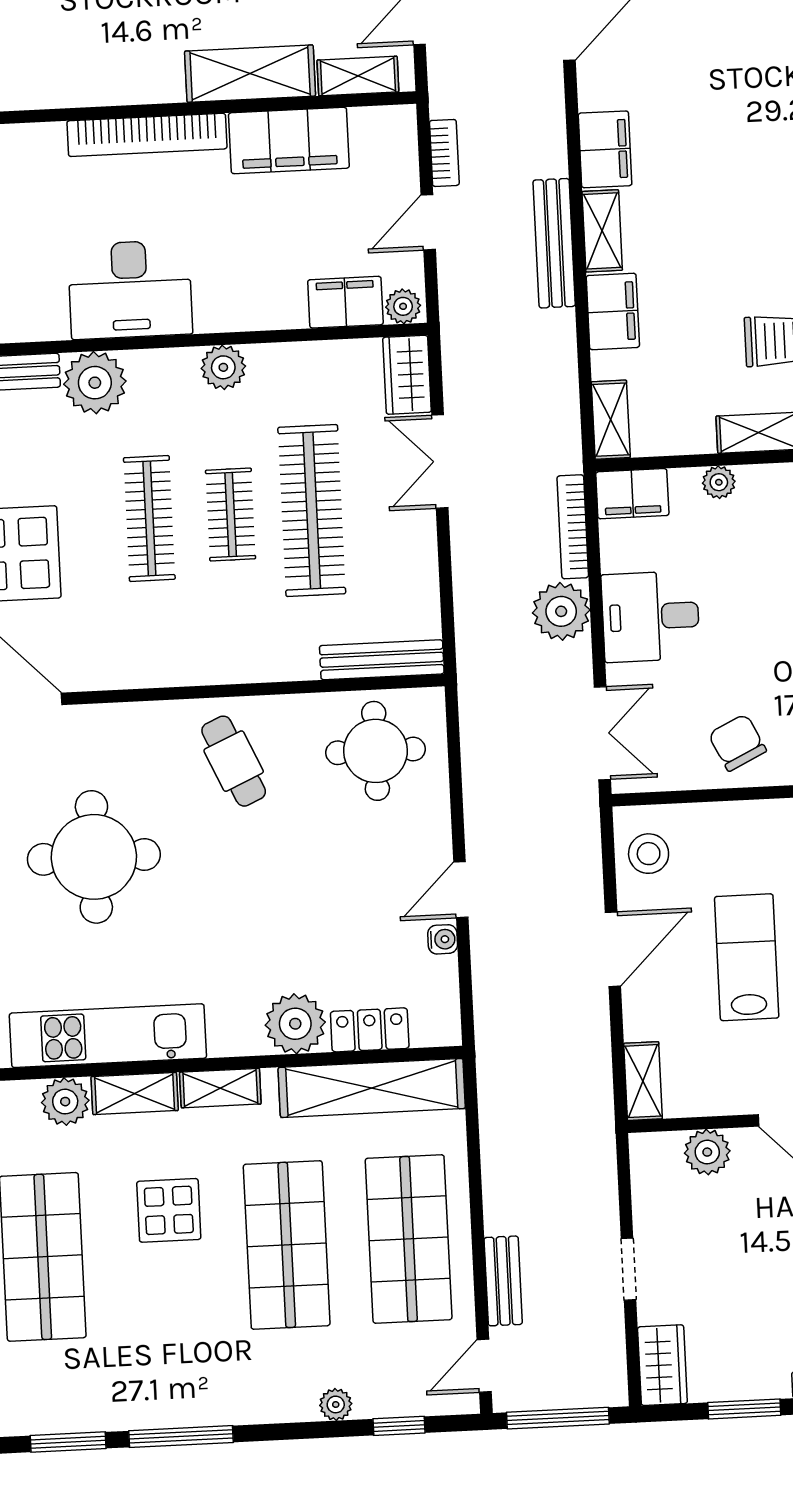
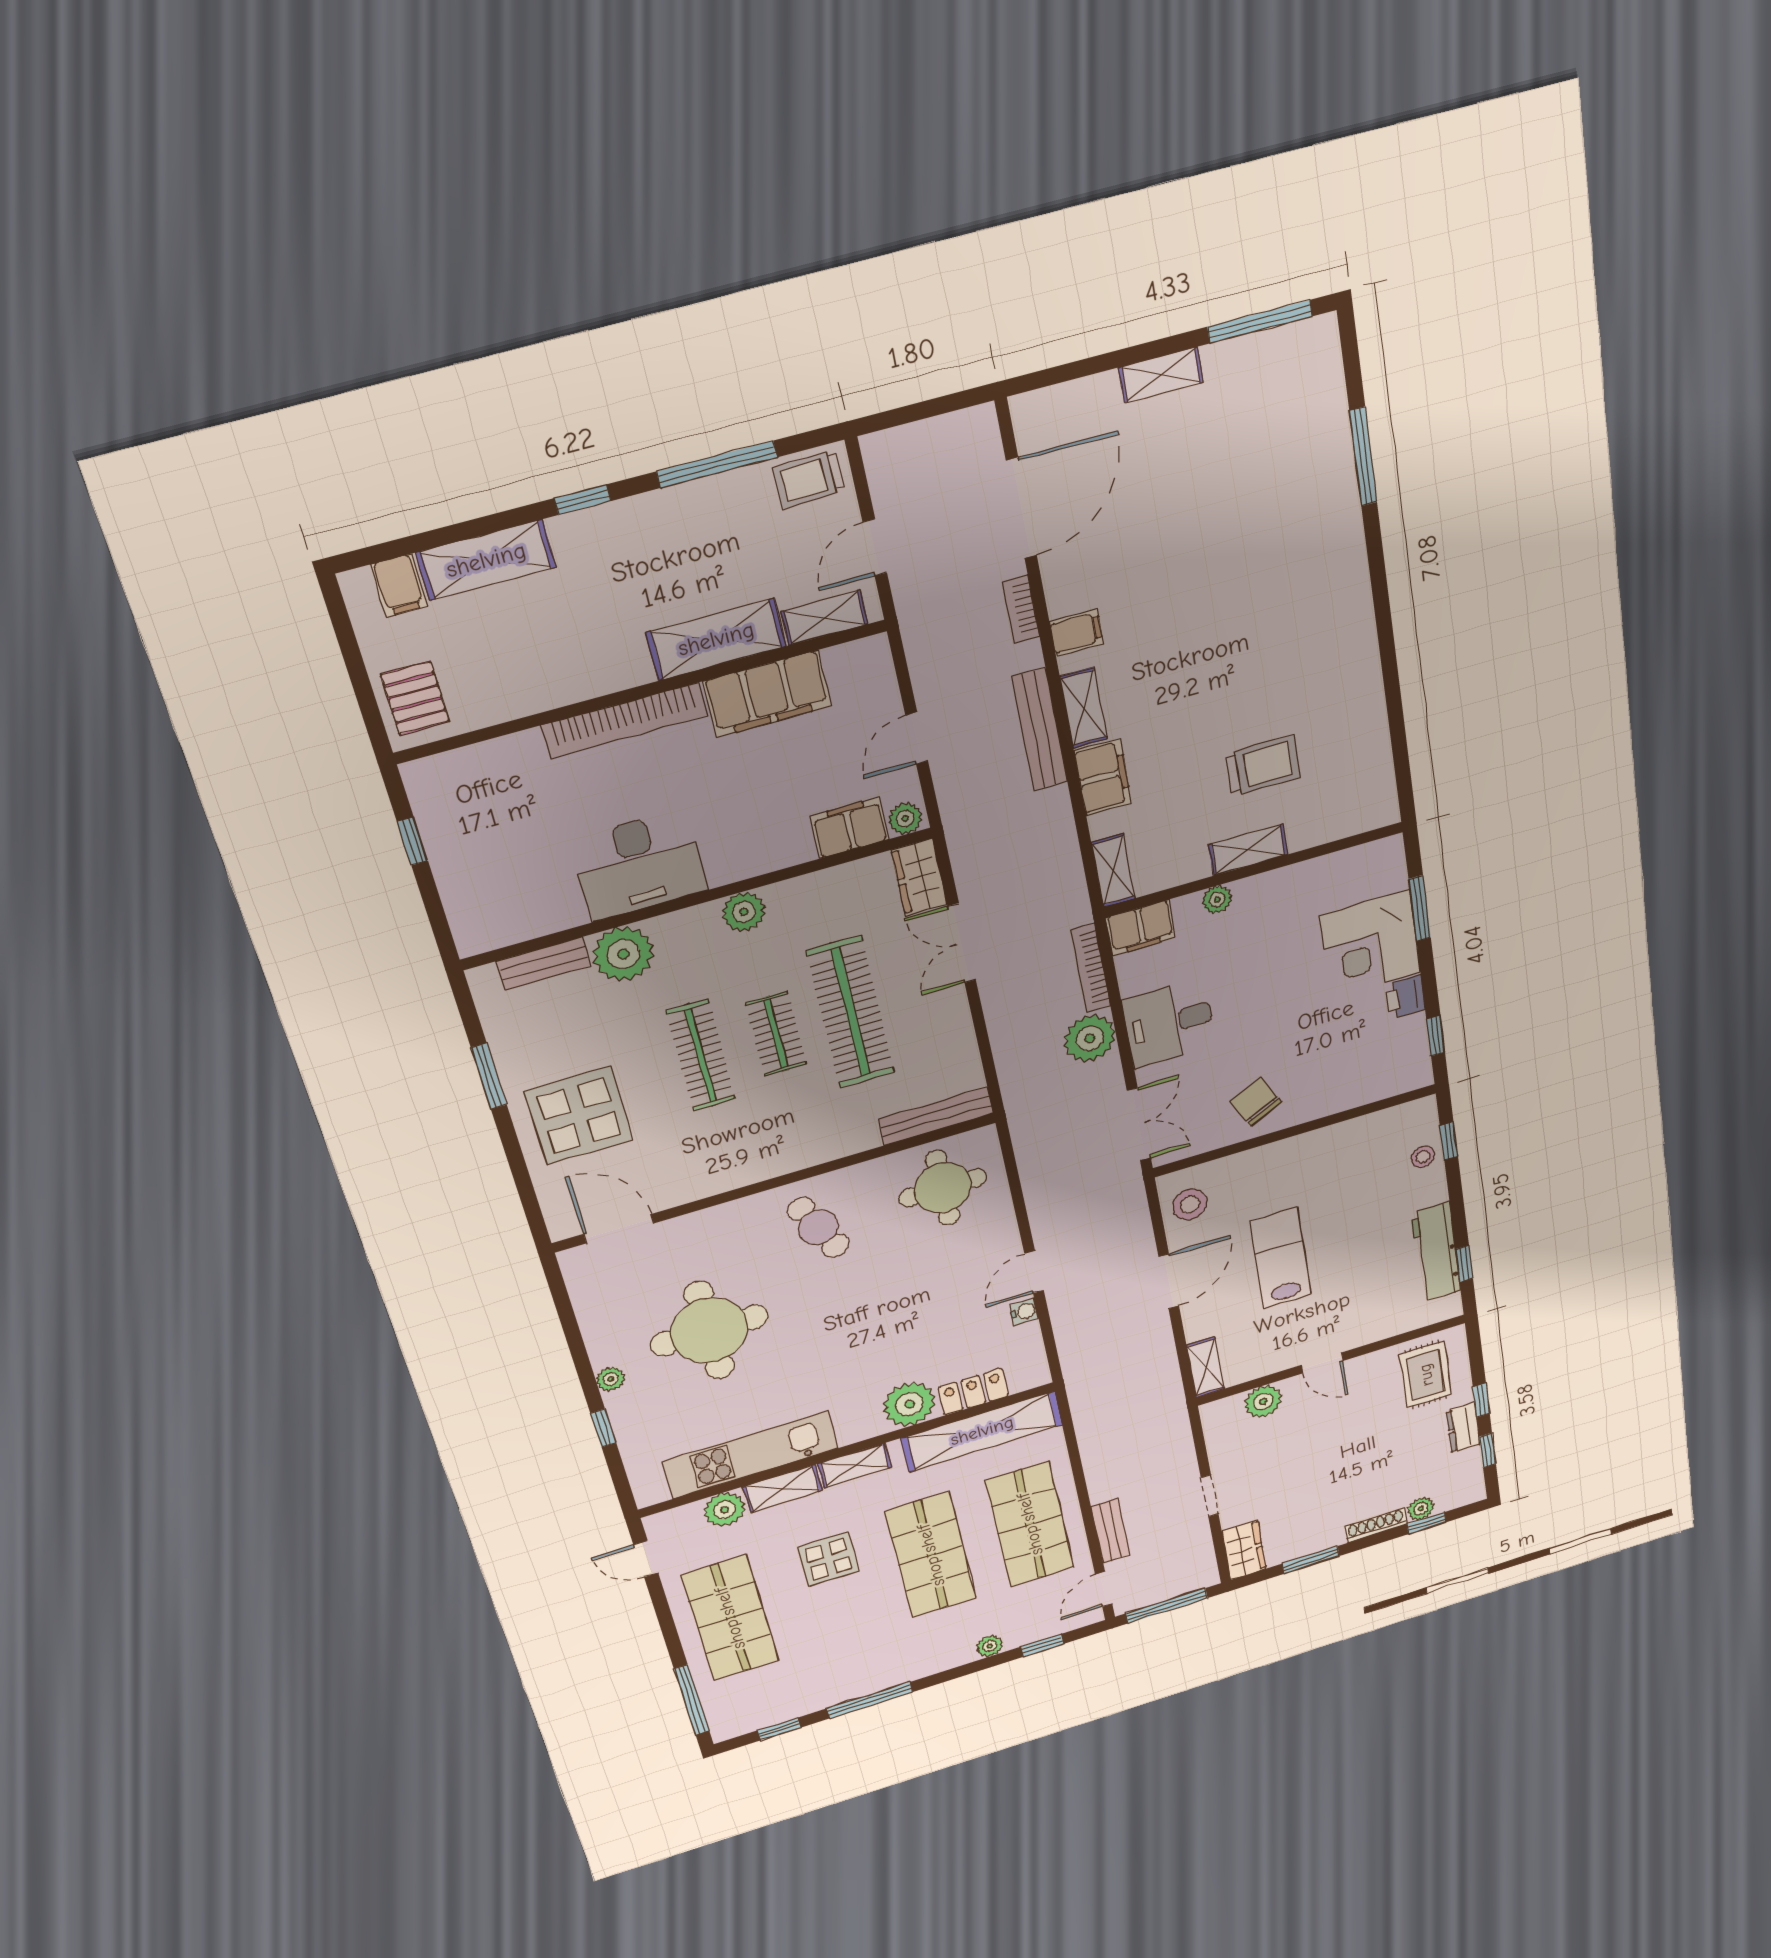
filing cabinet: (605, 149) -> (1076, 633), width x0.50
bookcase: (444, 153) -> (1021, 609), moved, turned 180
window: (68, 1442) -> (779, 1729), width x0.67

